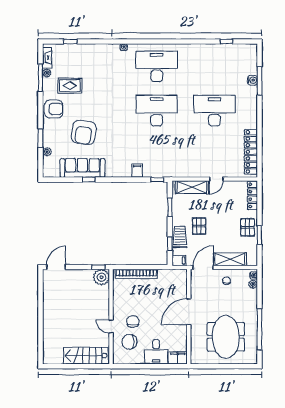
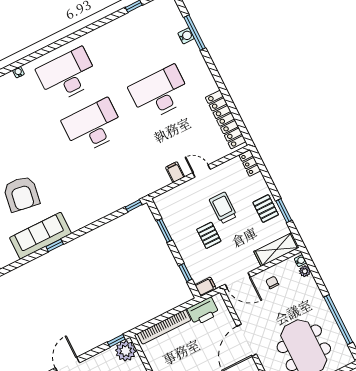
filing cabinet: (137, 171) -> (175, 172), moved
door: (216, 179) -> (201, 171), swing flipped
shelving: (192, 187) -> (178, 195), removed
locker: (252, 195) -> (250, 163), width x0.66
trolley: (180, 237) -> (223, 208), moved
shelving: (230, 259) -> (276, 250), moved
door: (203, 268) -> (238, 281), swing flipped
printer: (169, 277) -> (203, 311), added

